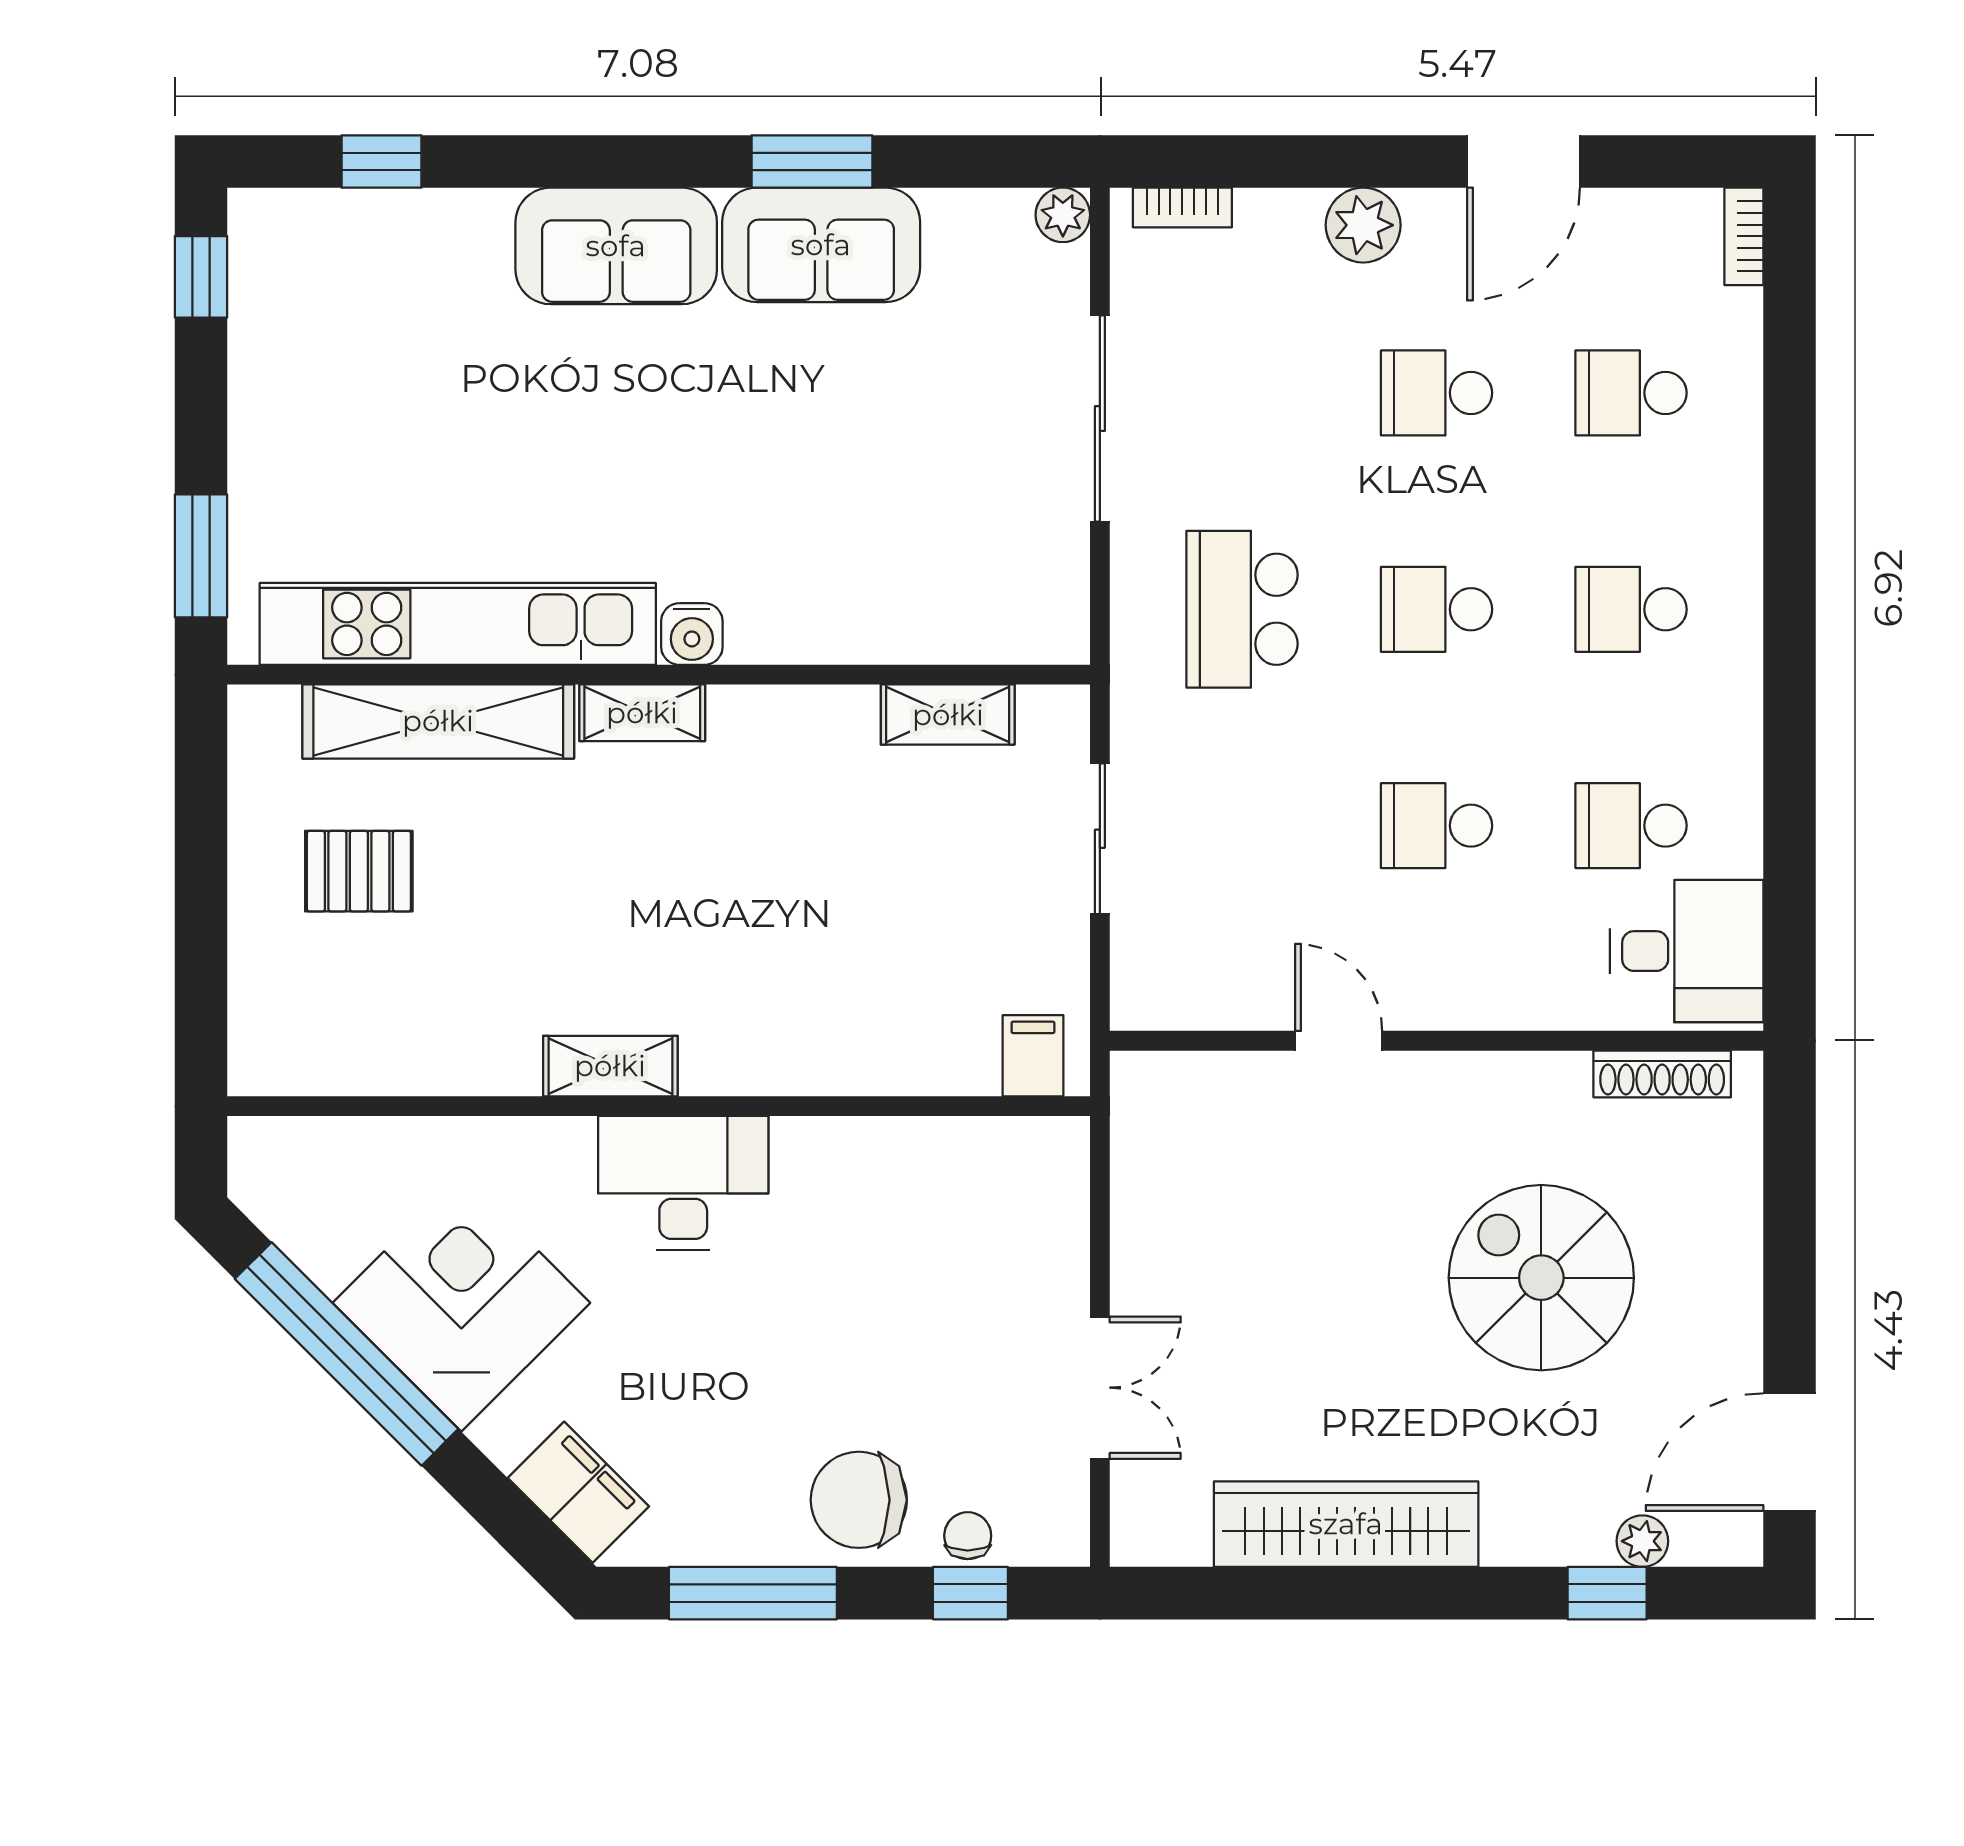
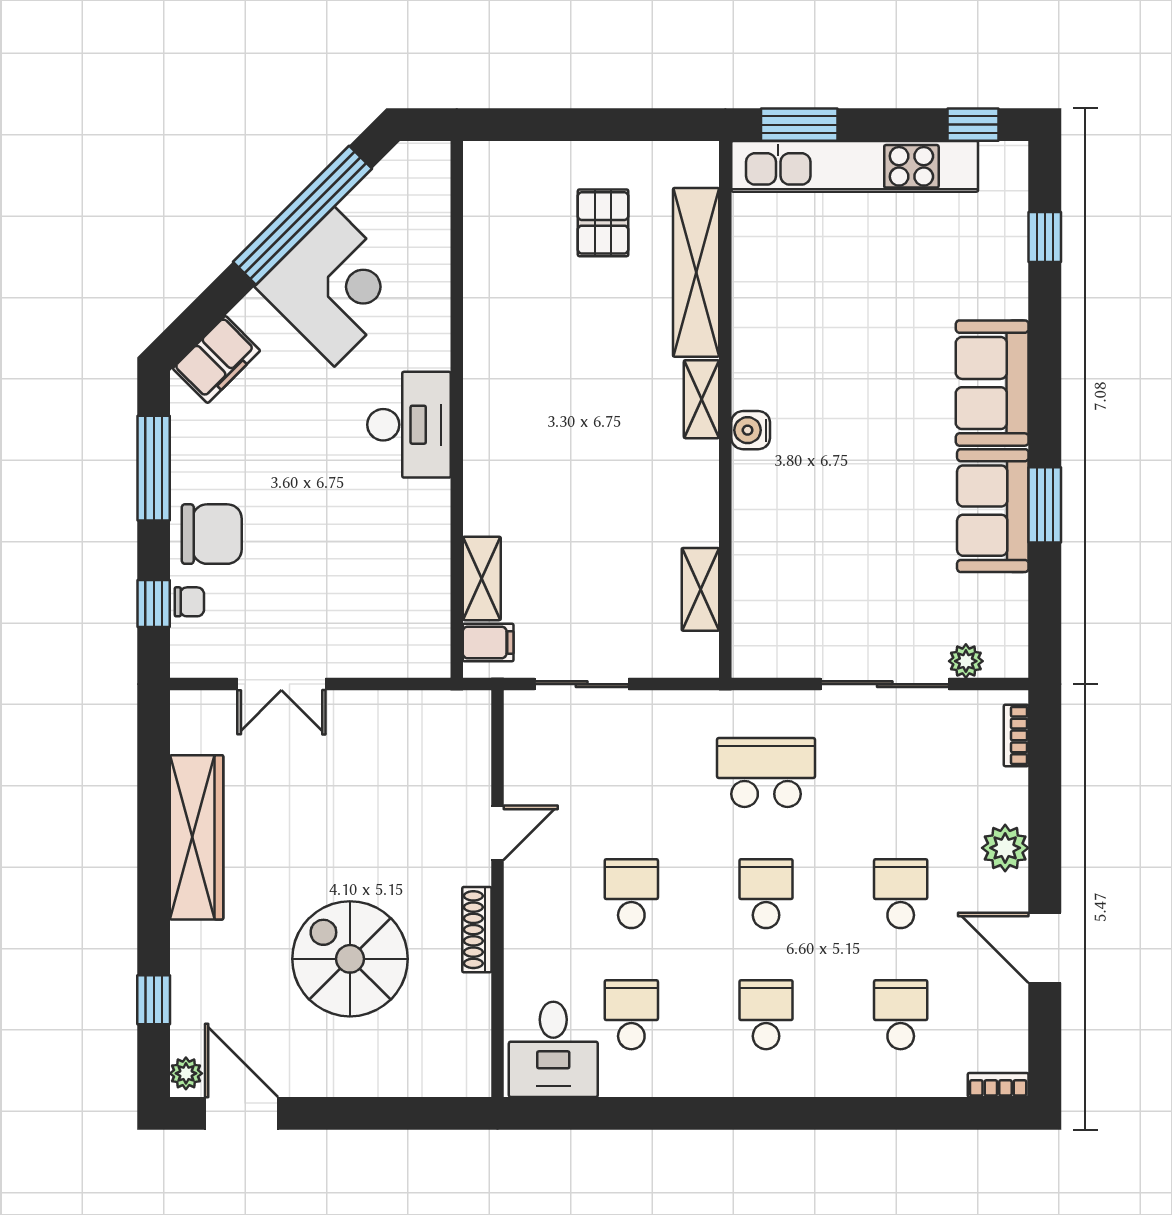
plant: (1063, 215) -> (966, 661), moved
kitchen unit: (458, 624) -> (855, 166), moved, turned 90
sliding door: (1100, 839) -> (582, 684), moved
shelving: (610, 1066) -> (482, 578), moved
shoe rack: (1662, 1074) -> (477, 930), moved
spiral stairs: (1541, 1278) -> (350, 959), turned -90
chair: (859, 1500) -> (212, 534), turned 90
plant: (1642, 1541) -> (186, 1073), moved

